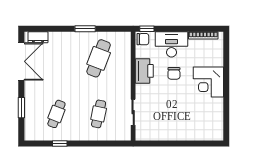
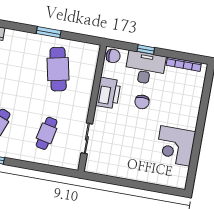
window: (147, 29) -> (146, 49), moved
cafe table: (99, 58) -> (58, 69), turned -33
corner desk: (208, 82) -> (175, 146), moved

